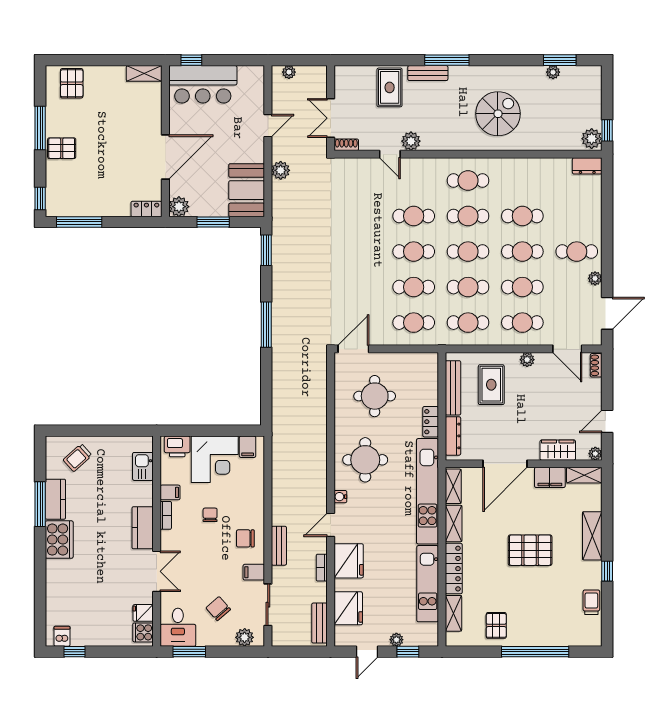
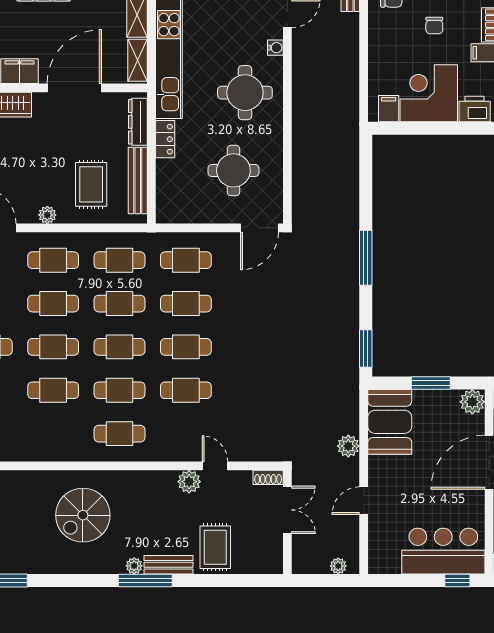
plant: (553, 72) -> (134, 566), moved

